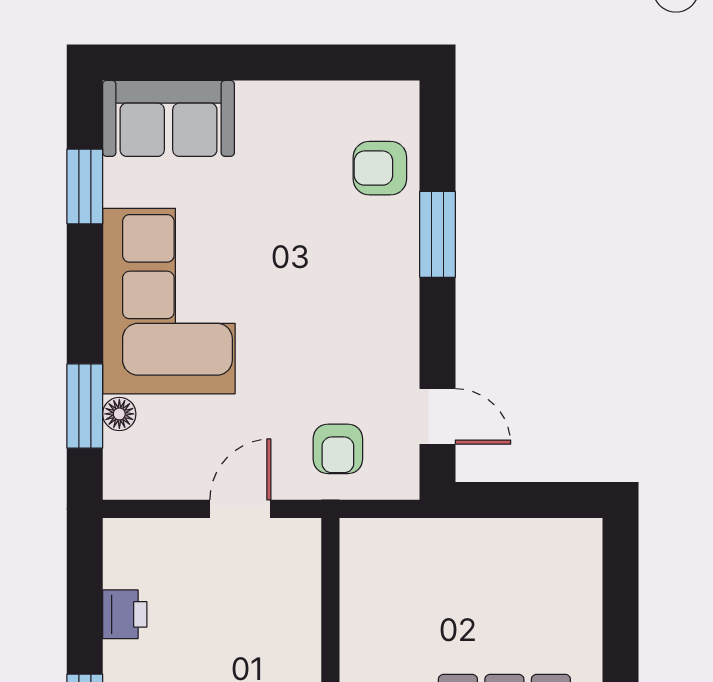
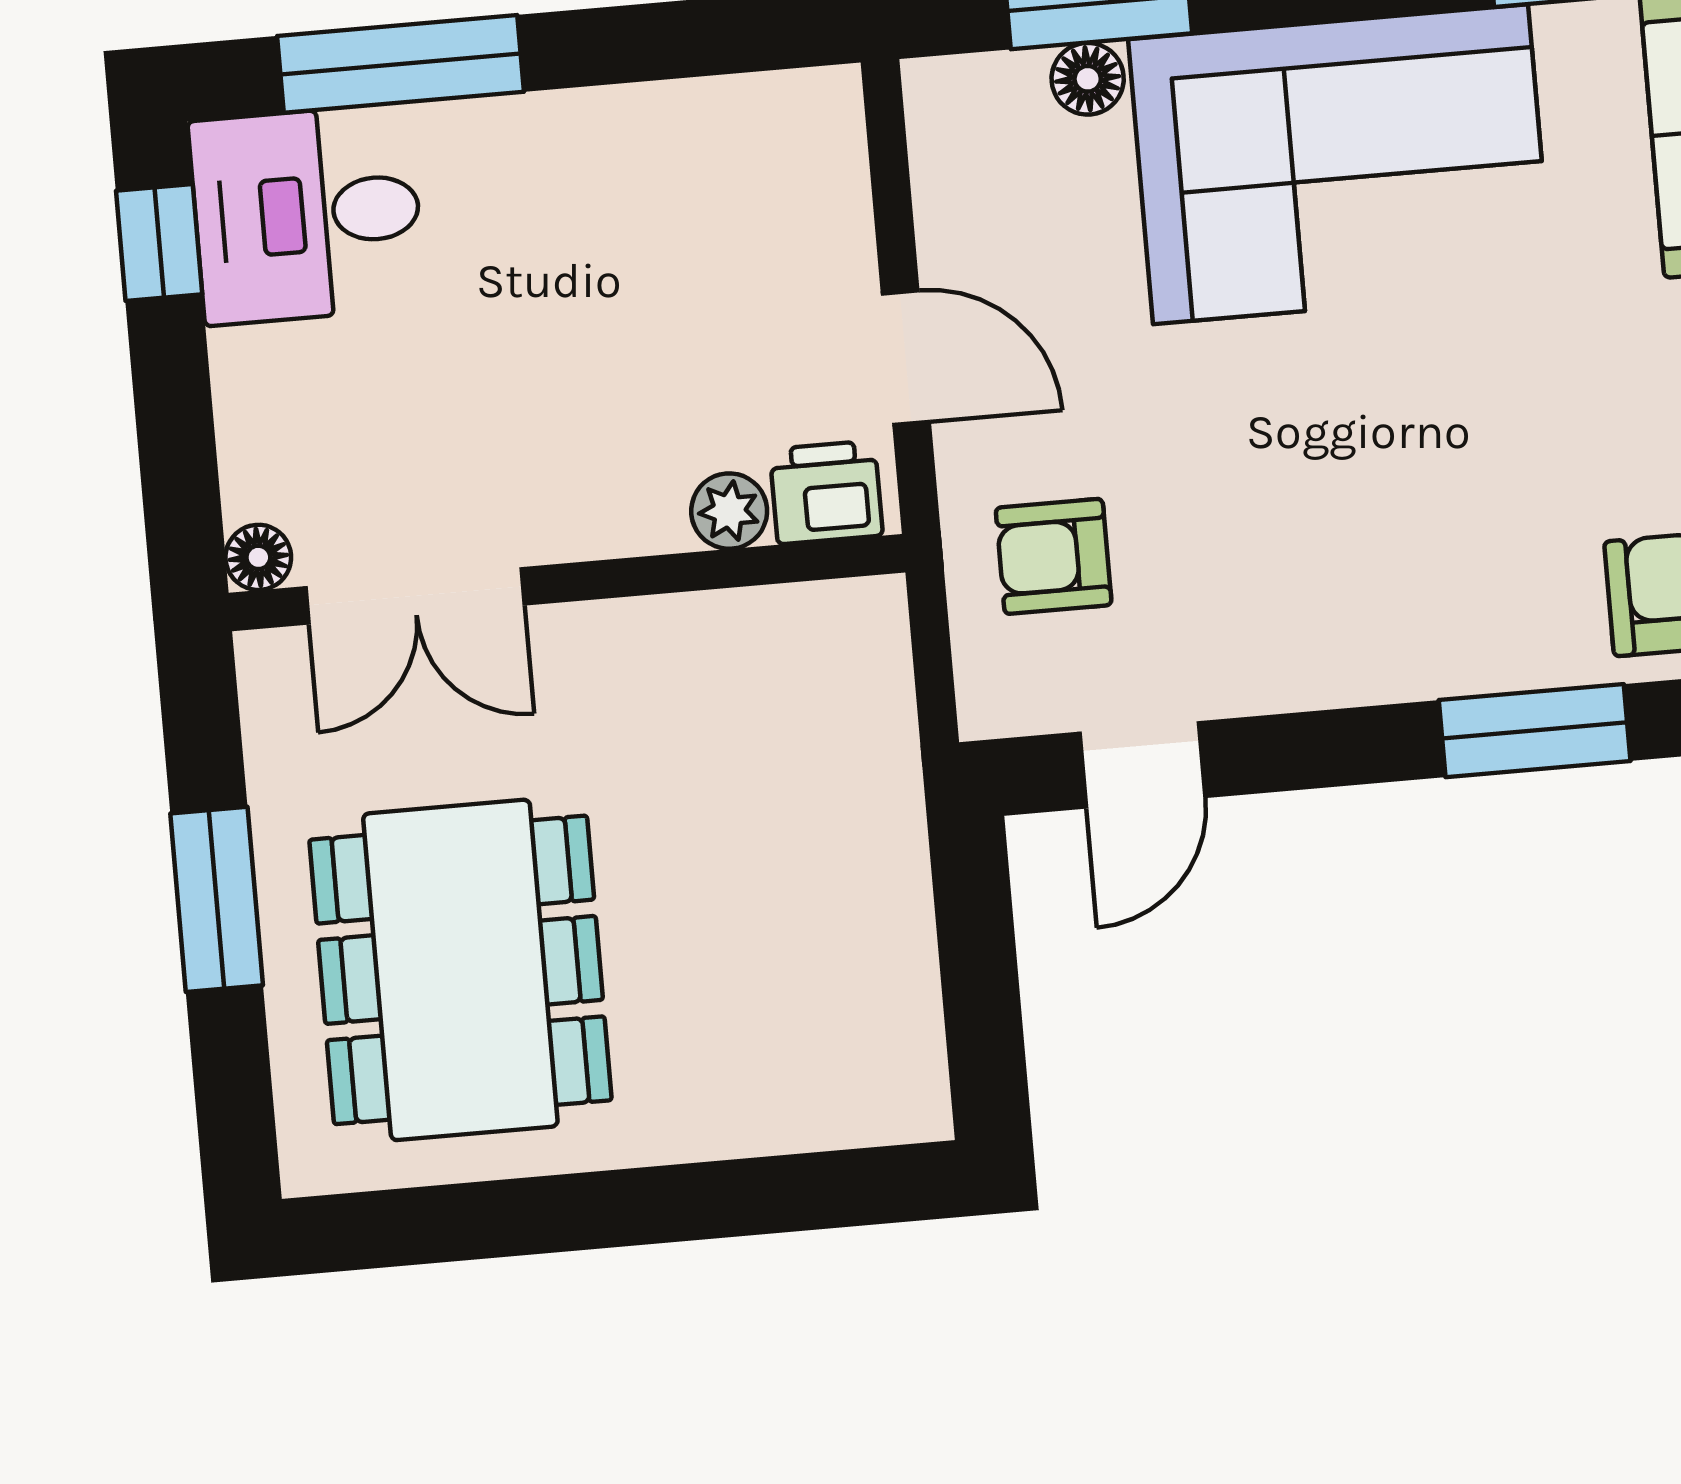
plant: (304, 596) -> (729, 511), added
printer: (125, 614) -> (826, 492), moved, turned 180

